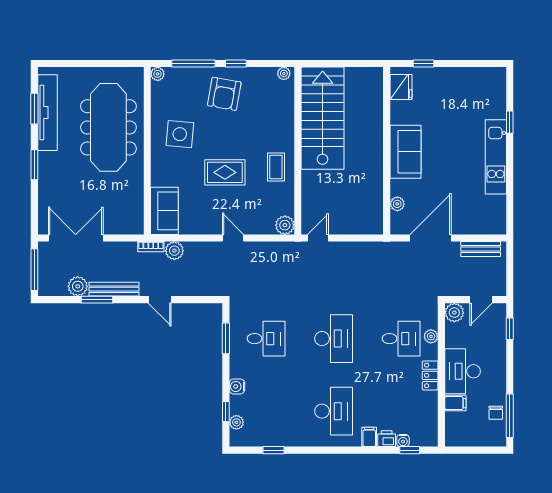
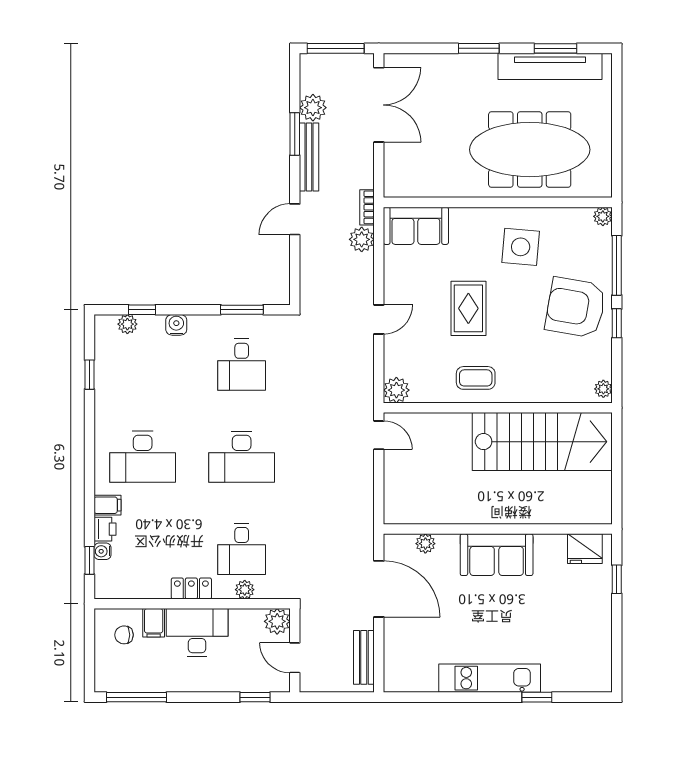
armchair: (224, 94) -> (576, 308), width x1.36, depth x1.36
chair: (496, 413) -> (124, 635), moved

